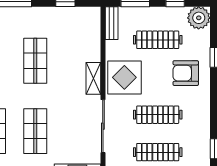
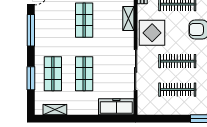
shelving: (93, 78) -> (128, 18), moved

